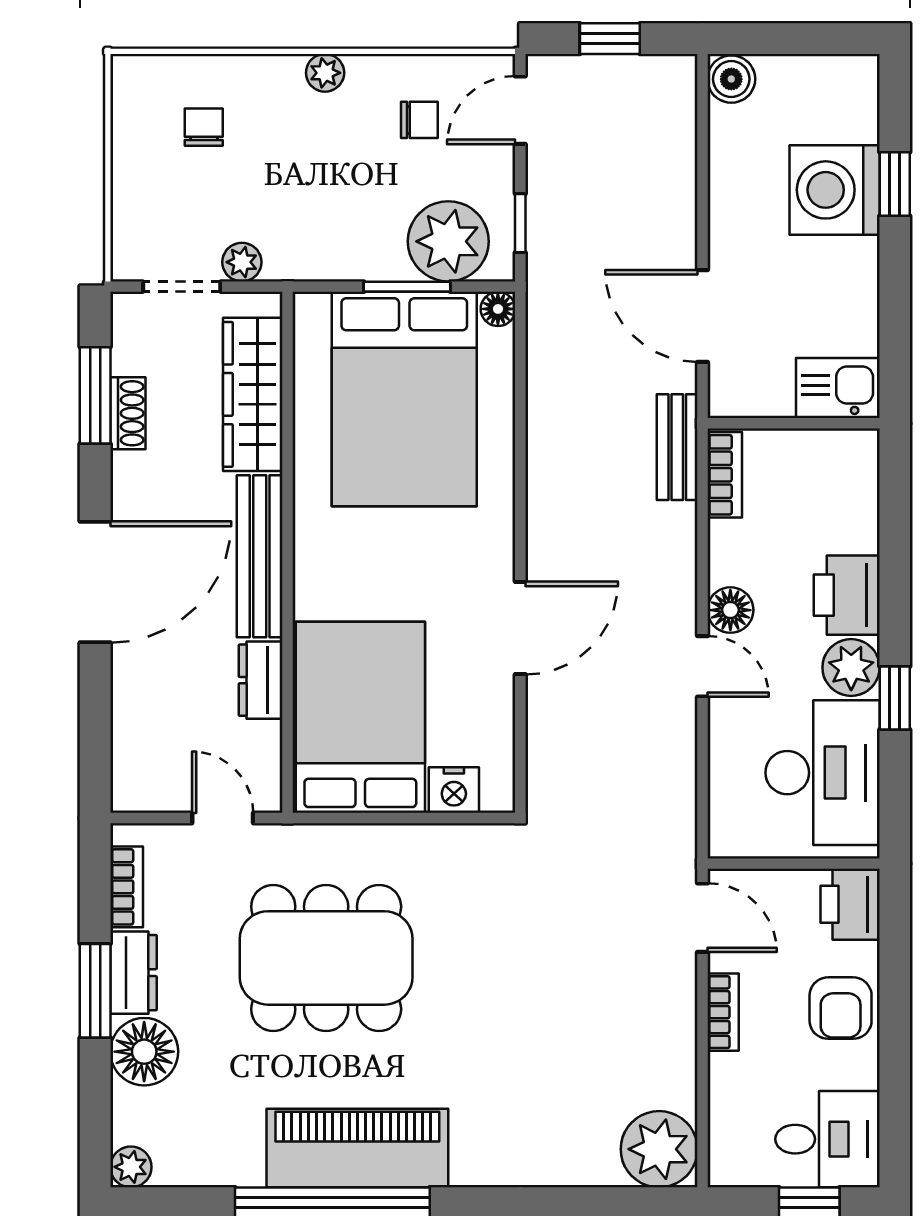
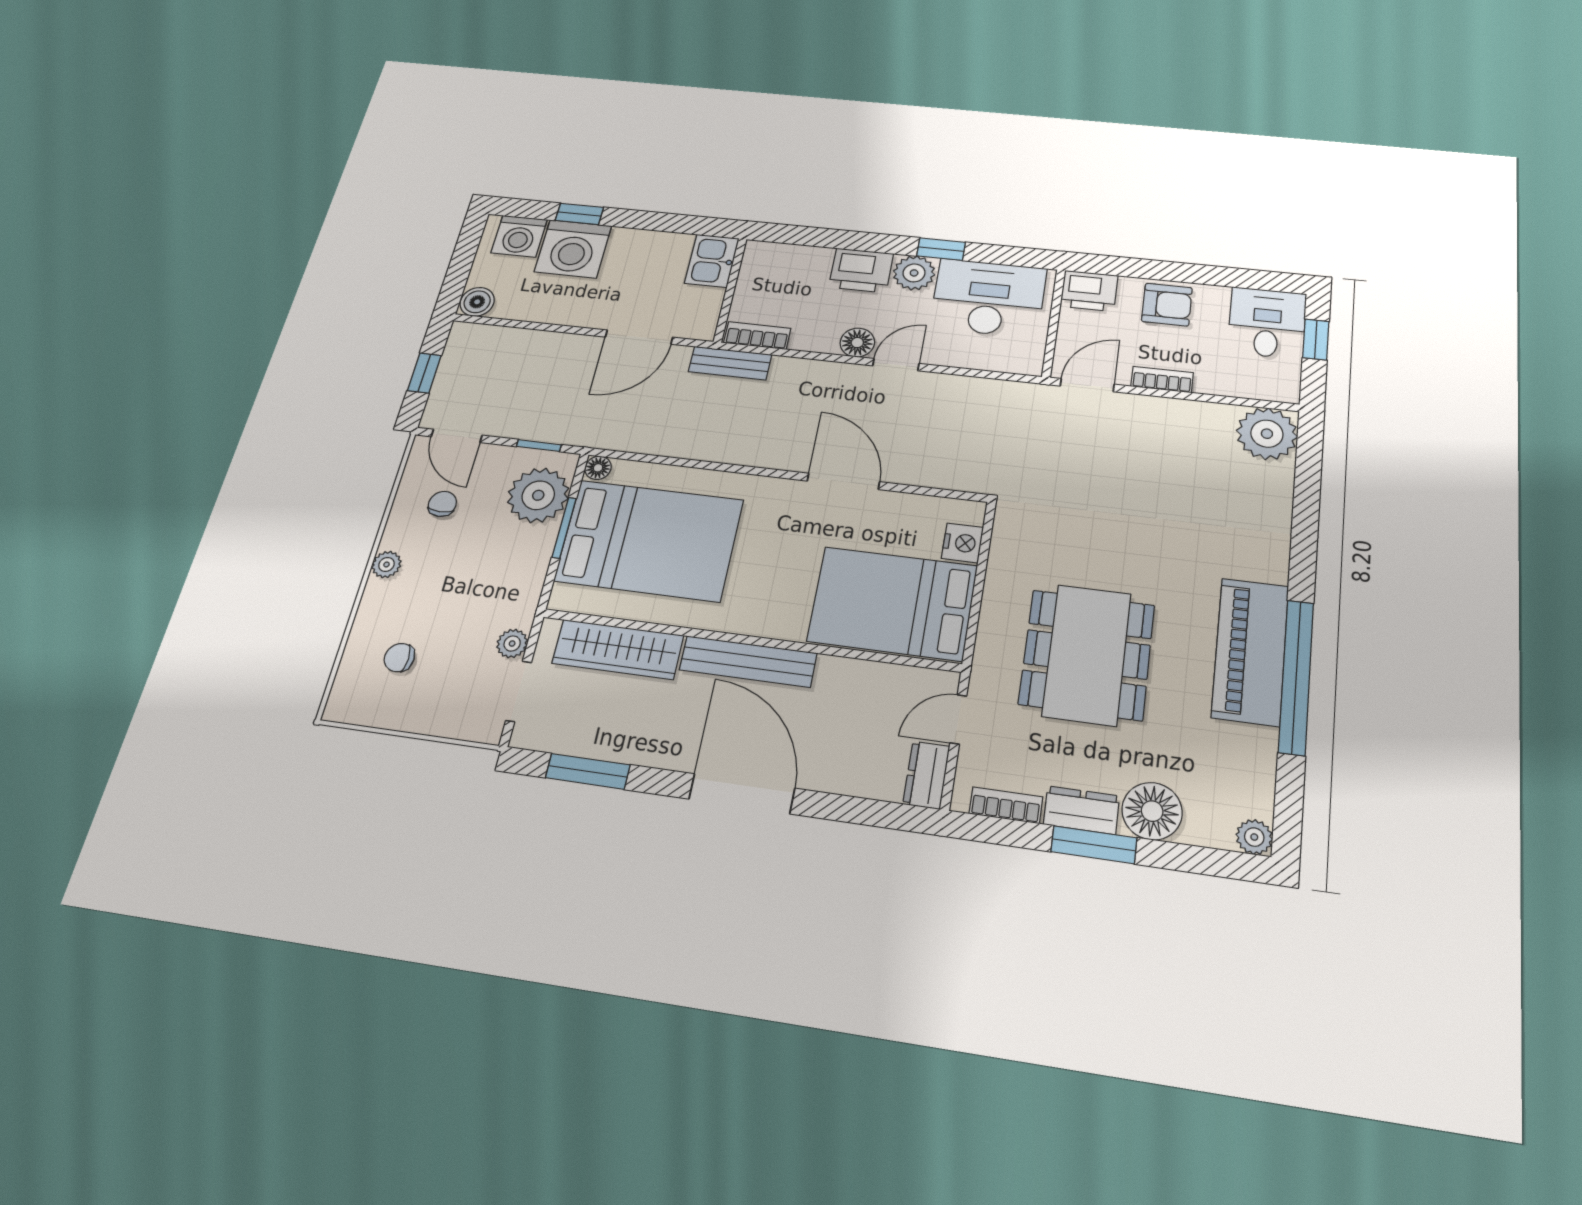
washing machine: (847, 108) -> (519, 236), added
shoe rack: (128, 413) -> (609, 747), removed
dresser: (261, 680) -> (926, 775), moved, turned 90

